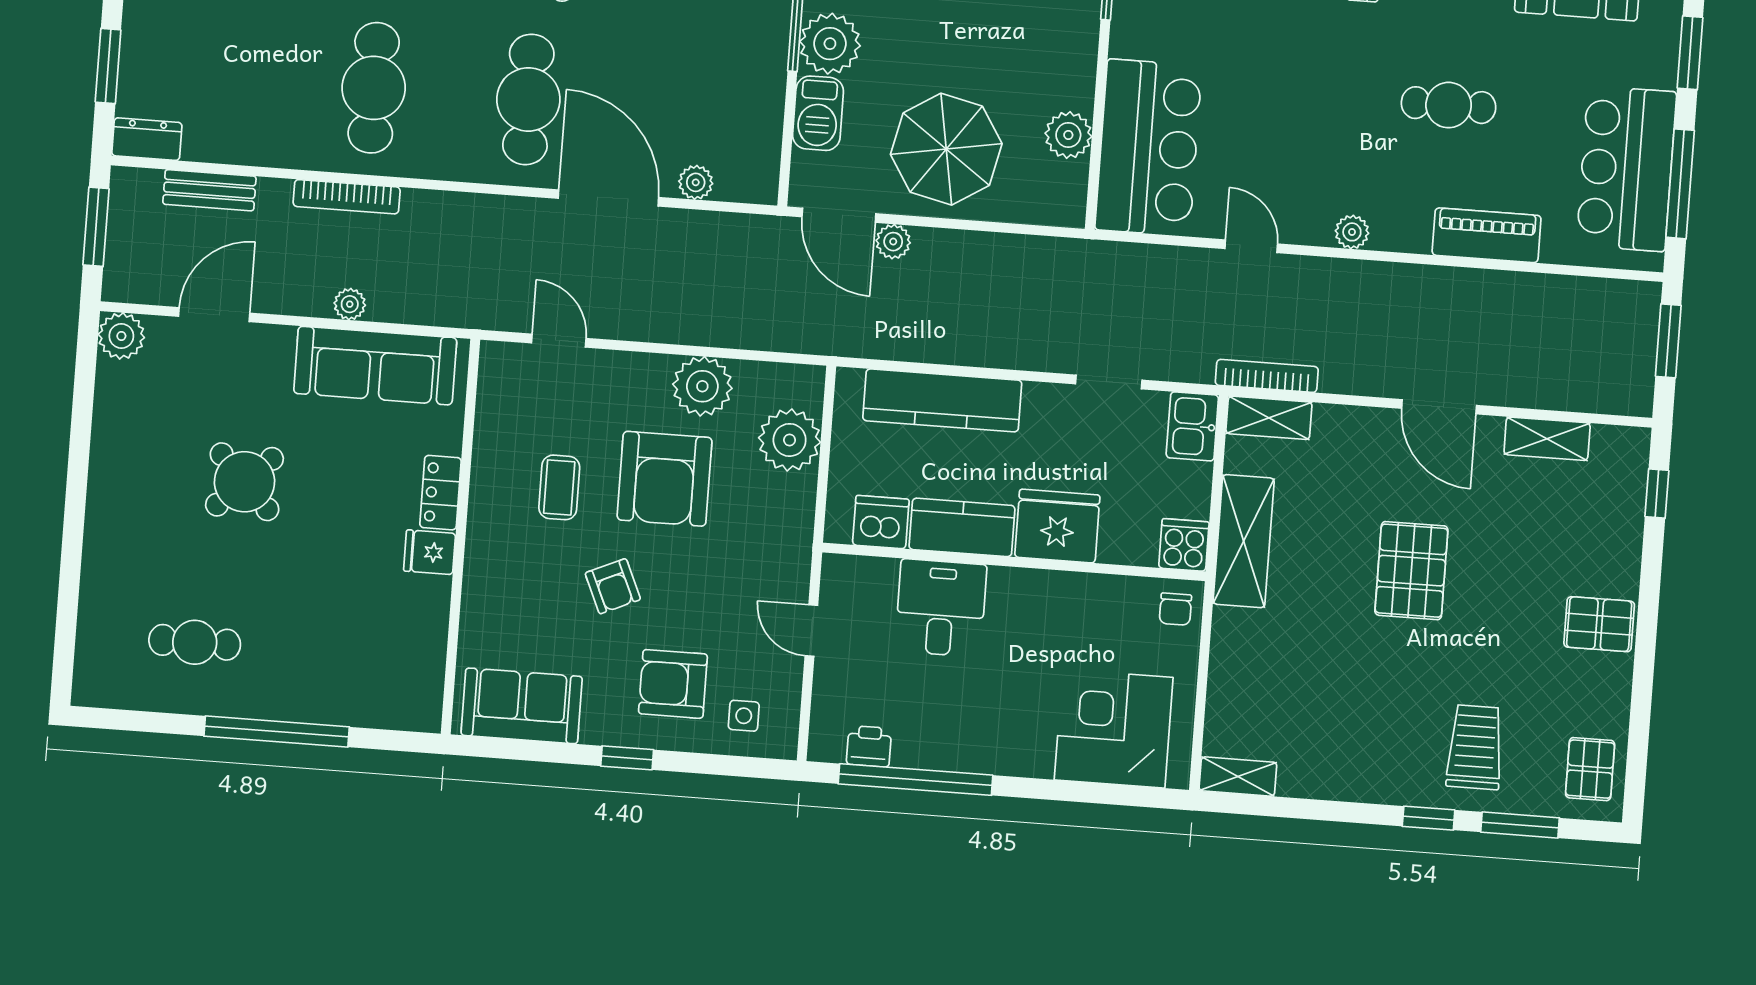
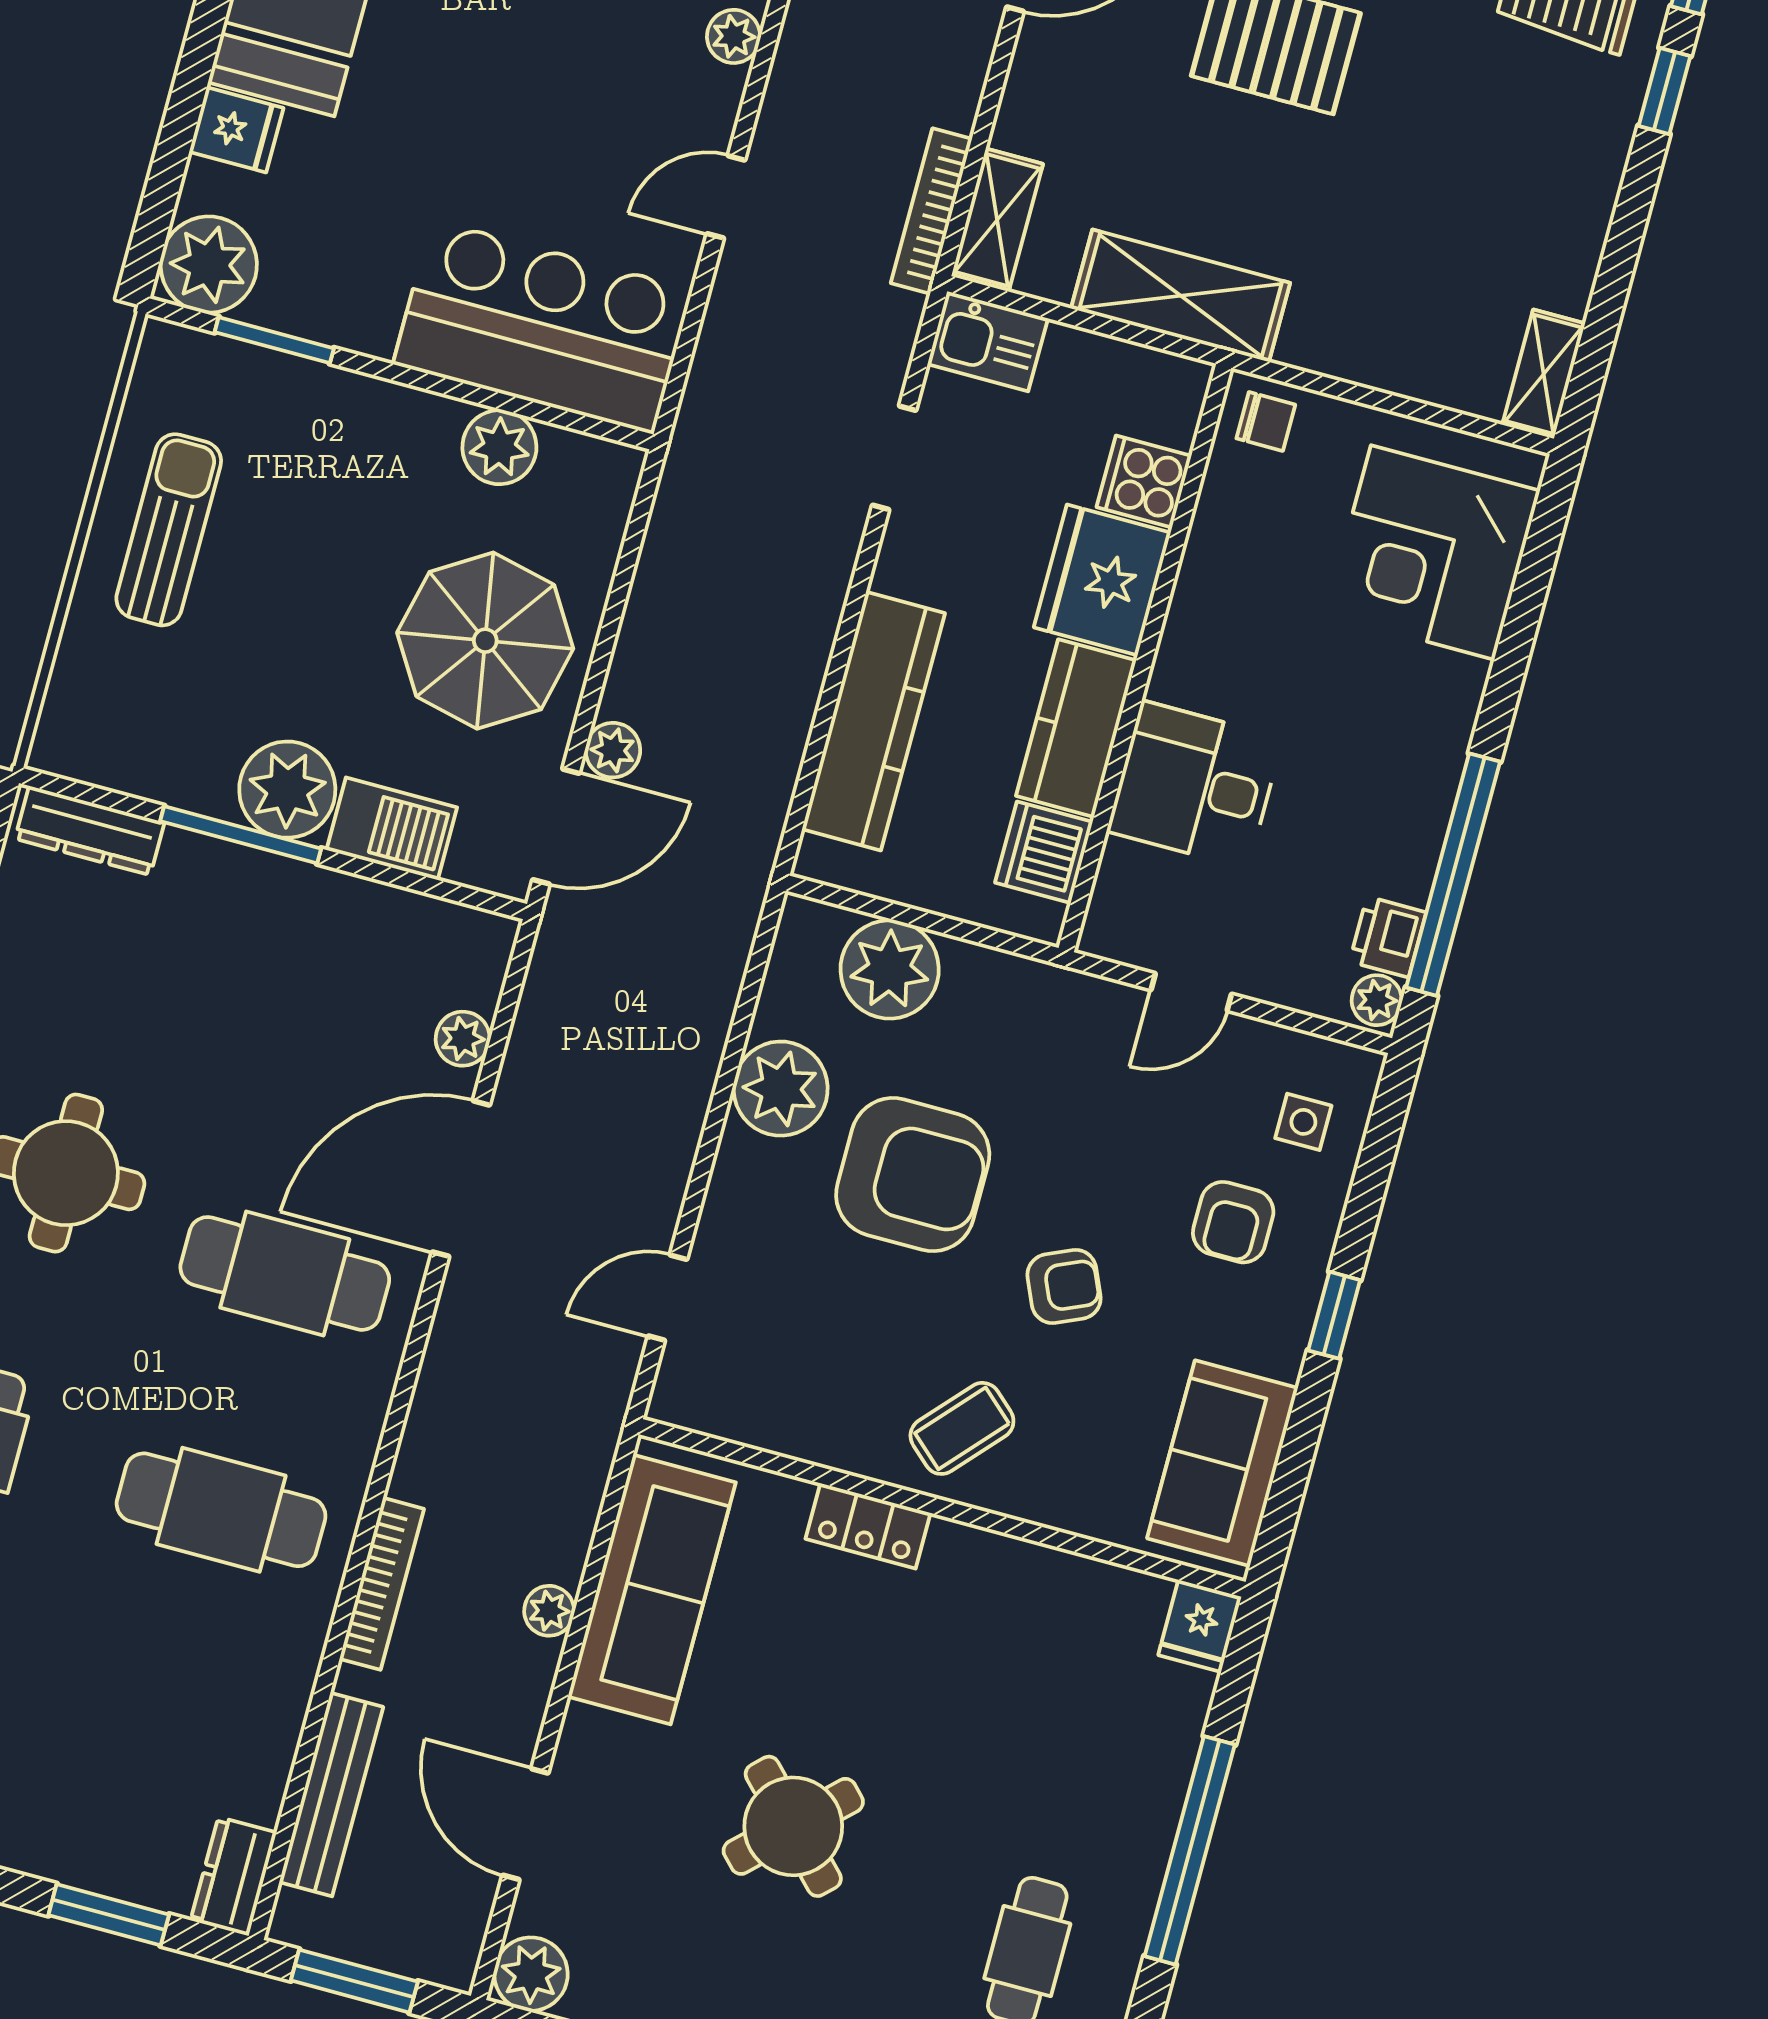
bench: (209, 190) -> (331, 1794), width x1.36
coffee table: (559, 487) -> (962, 1428), moved, turned -48
cooker: (1184, 545) -> (1144, 482), moved
fridge: (430, 552) -> (1200, 1626), moved
armchair: (673, 684) -> (1233, 1222), width x0.72, depth x0.72
plant: (828, 747) -> (1377, 1000), added

